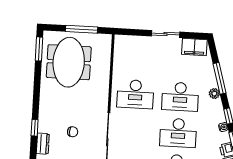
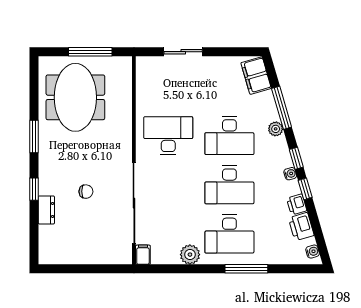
sliding door: (166, 34) -> (183, 52), moved
filing cabinet: (194, 47) -> (256, 76), moved, turned 74
window: (39, 49) -> (34, 136), moved
desk: (135, 94) -> (168, 136), turned 180

